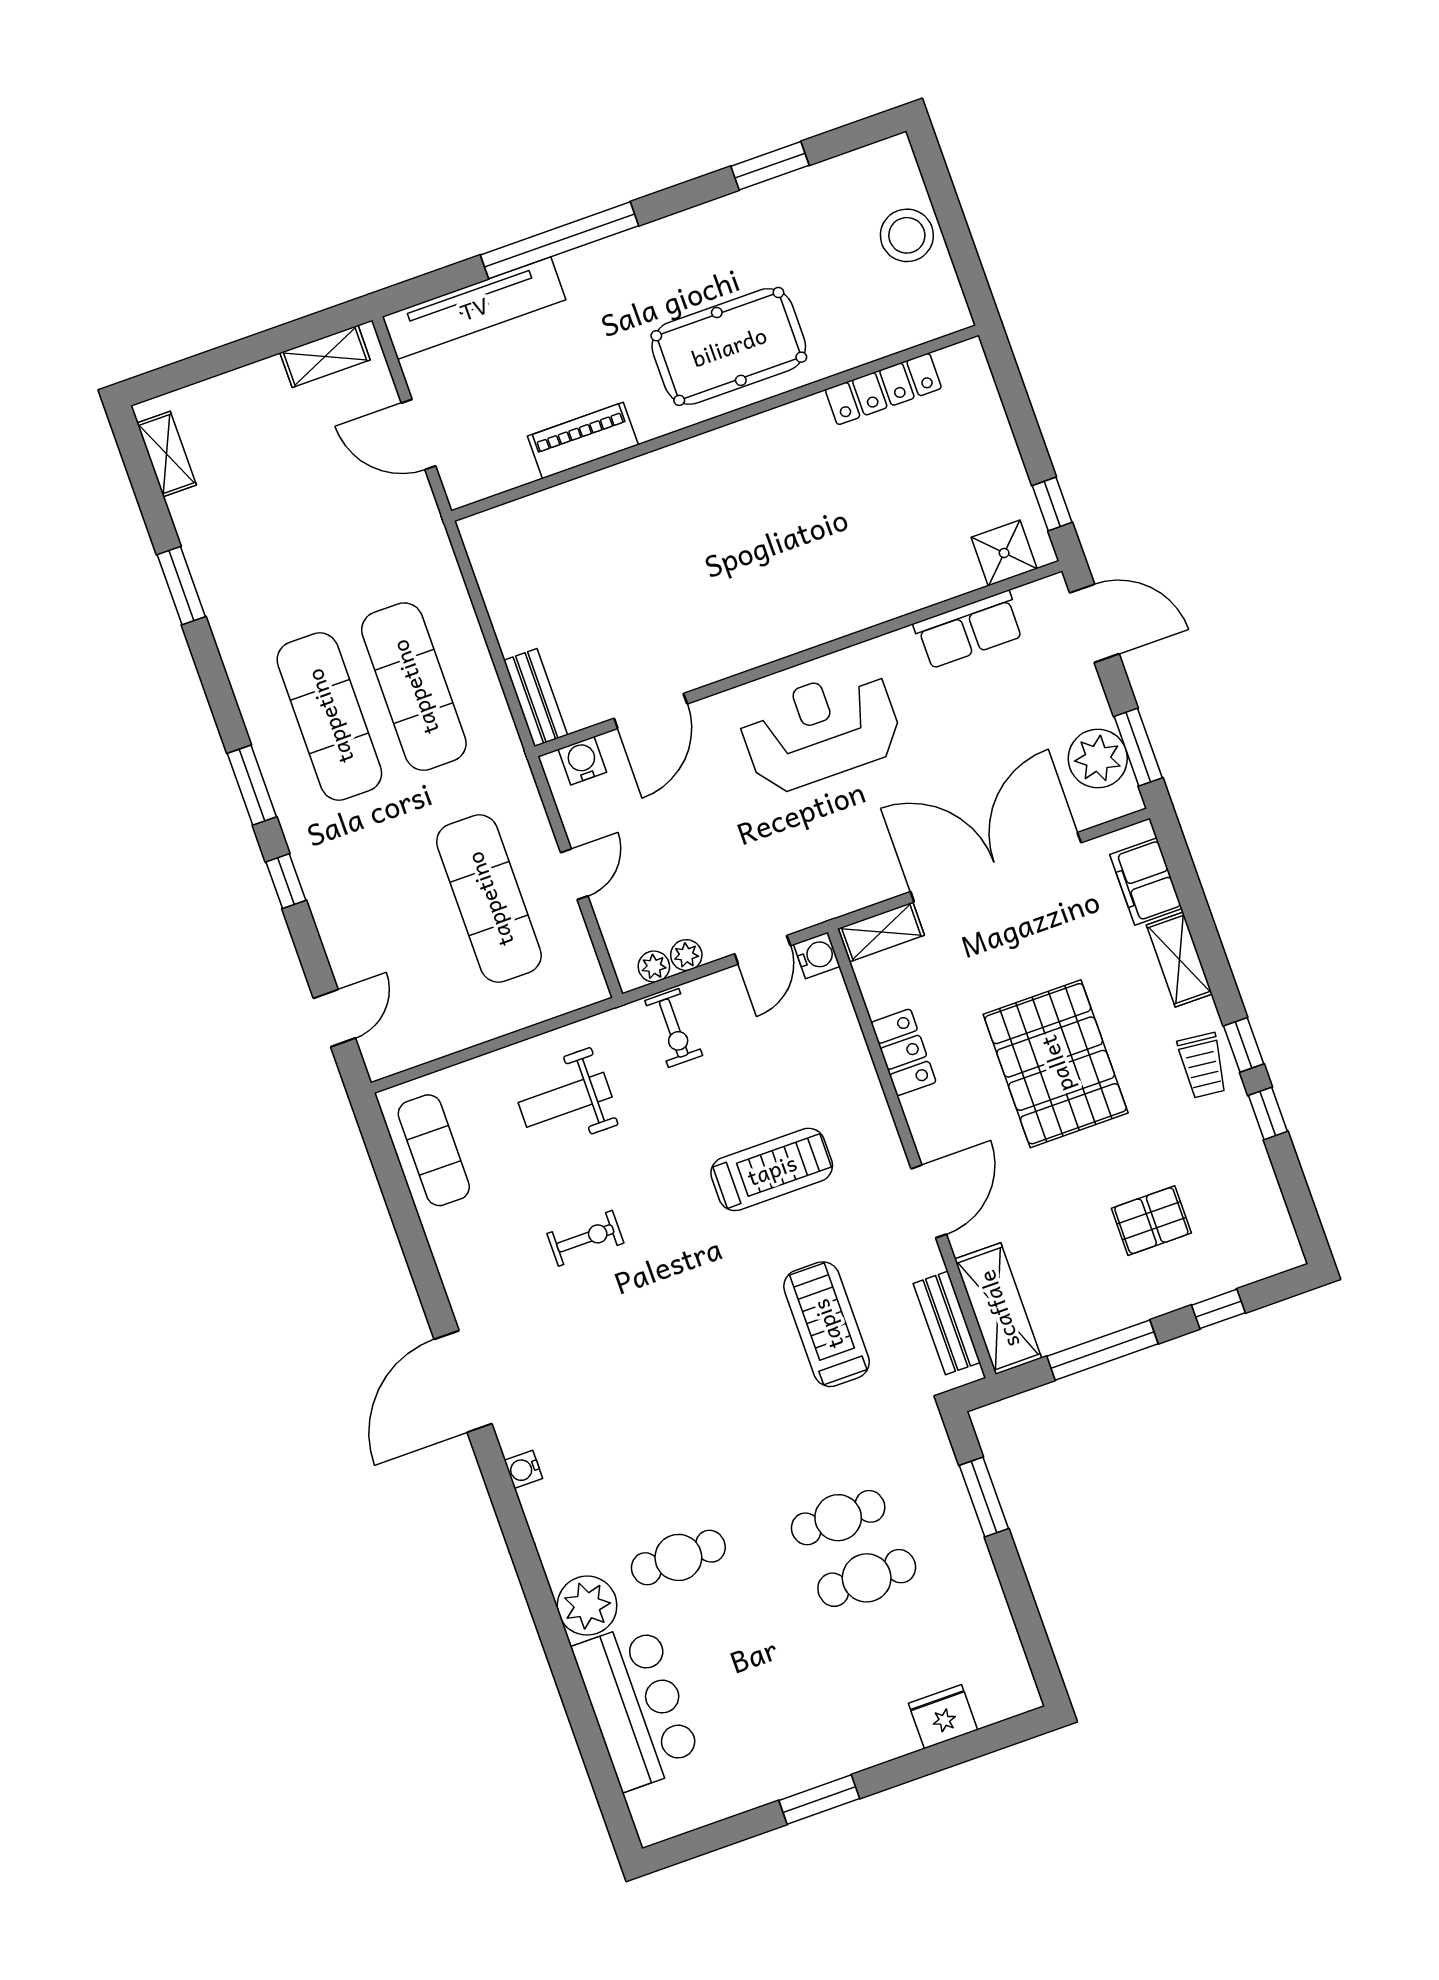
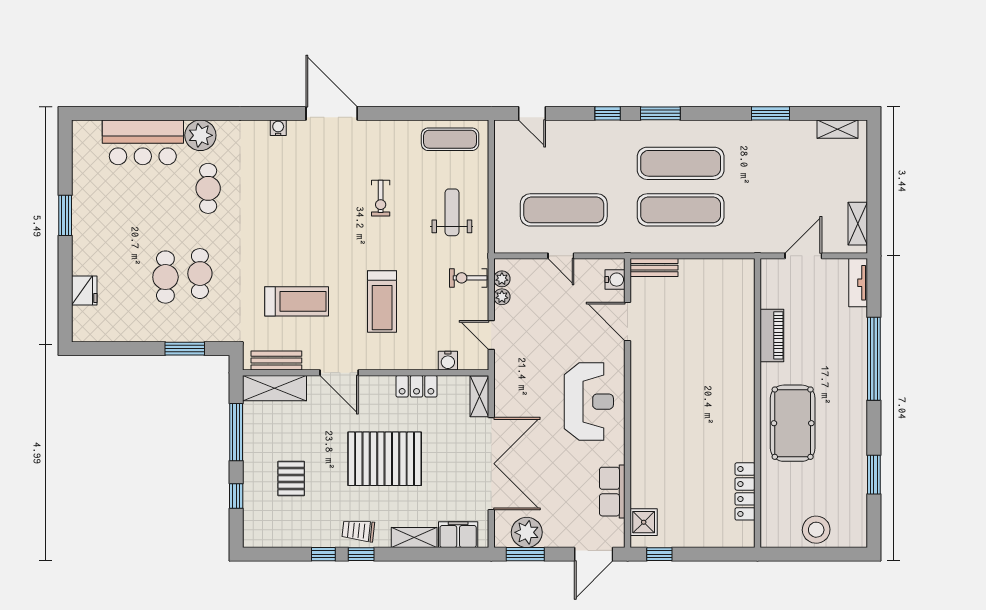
tv unit: (474, 308) -> (858, 283), width x0.52, depth x0.78
water cooler: (817, 955) -> (448, 361), moved

